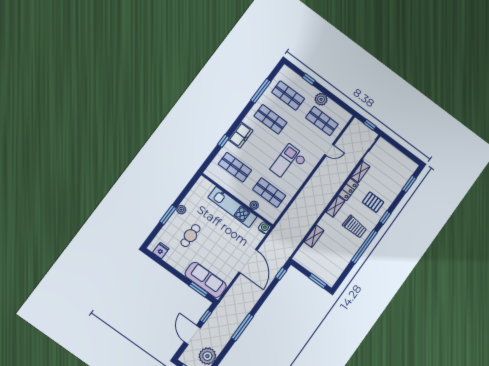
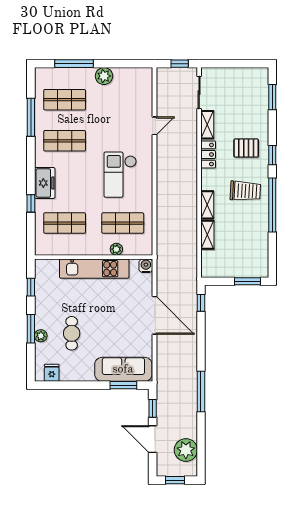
window: (309, 79) -> (74, 64), width x2.17
shop shelf: (322, 121) -> (123, 100), removed
window: (186, 190) -> (31, 287), added
shelving: (335, 206) -> (207, 205), moved
plant: (181, 210) -> (41, 336), moved

